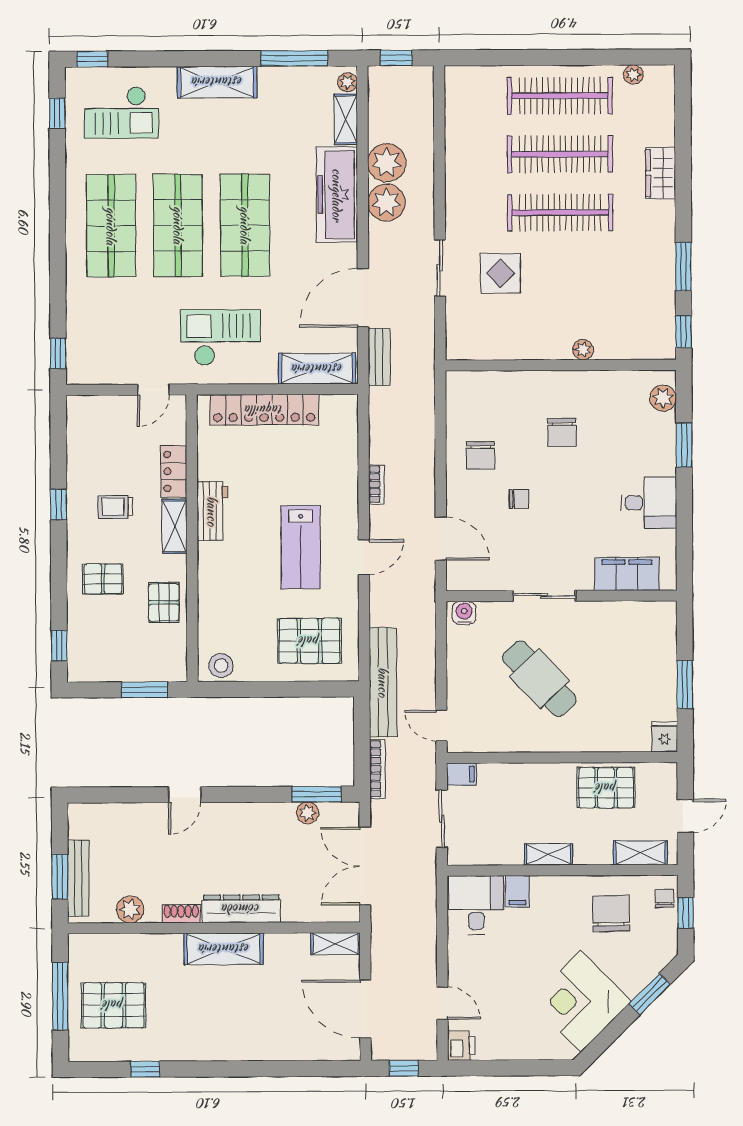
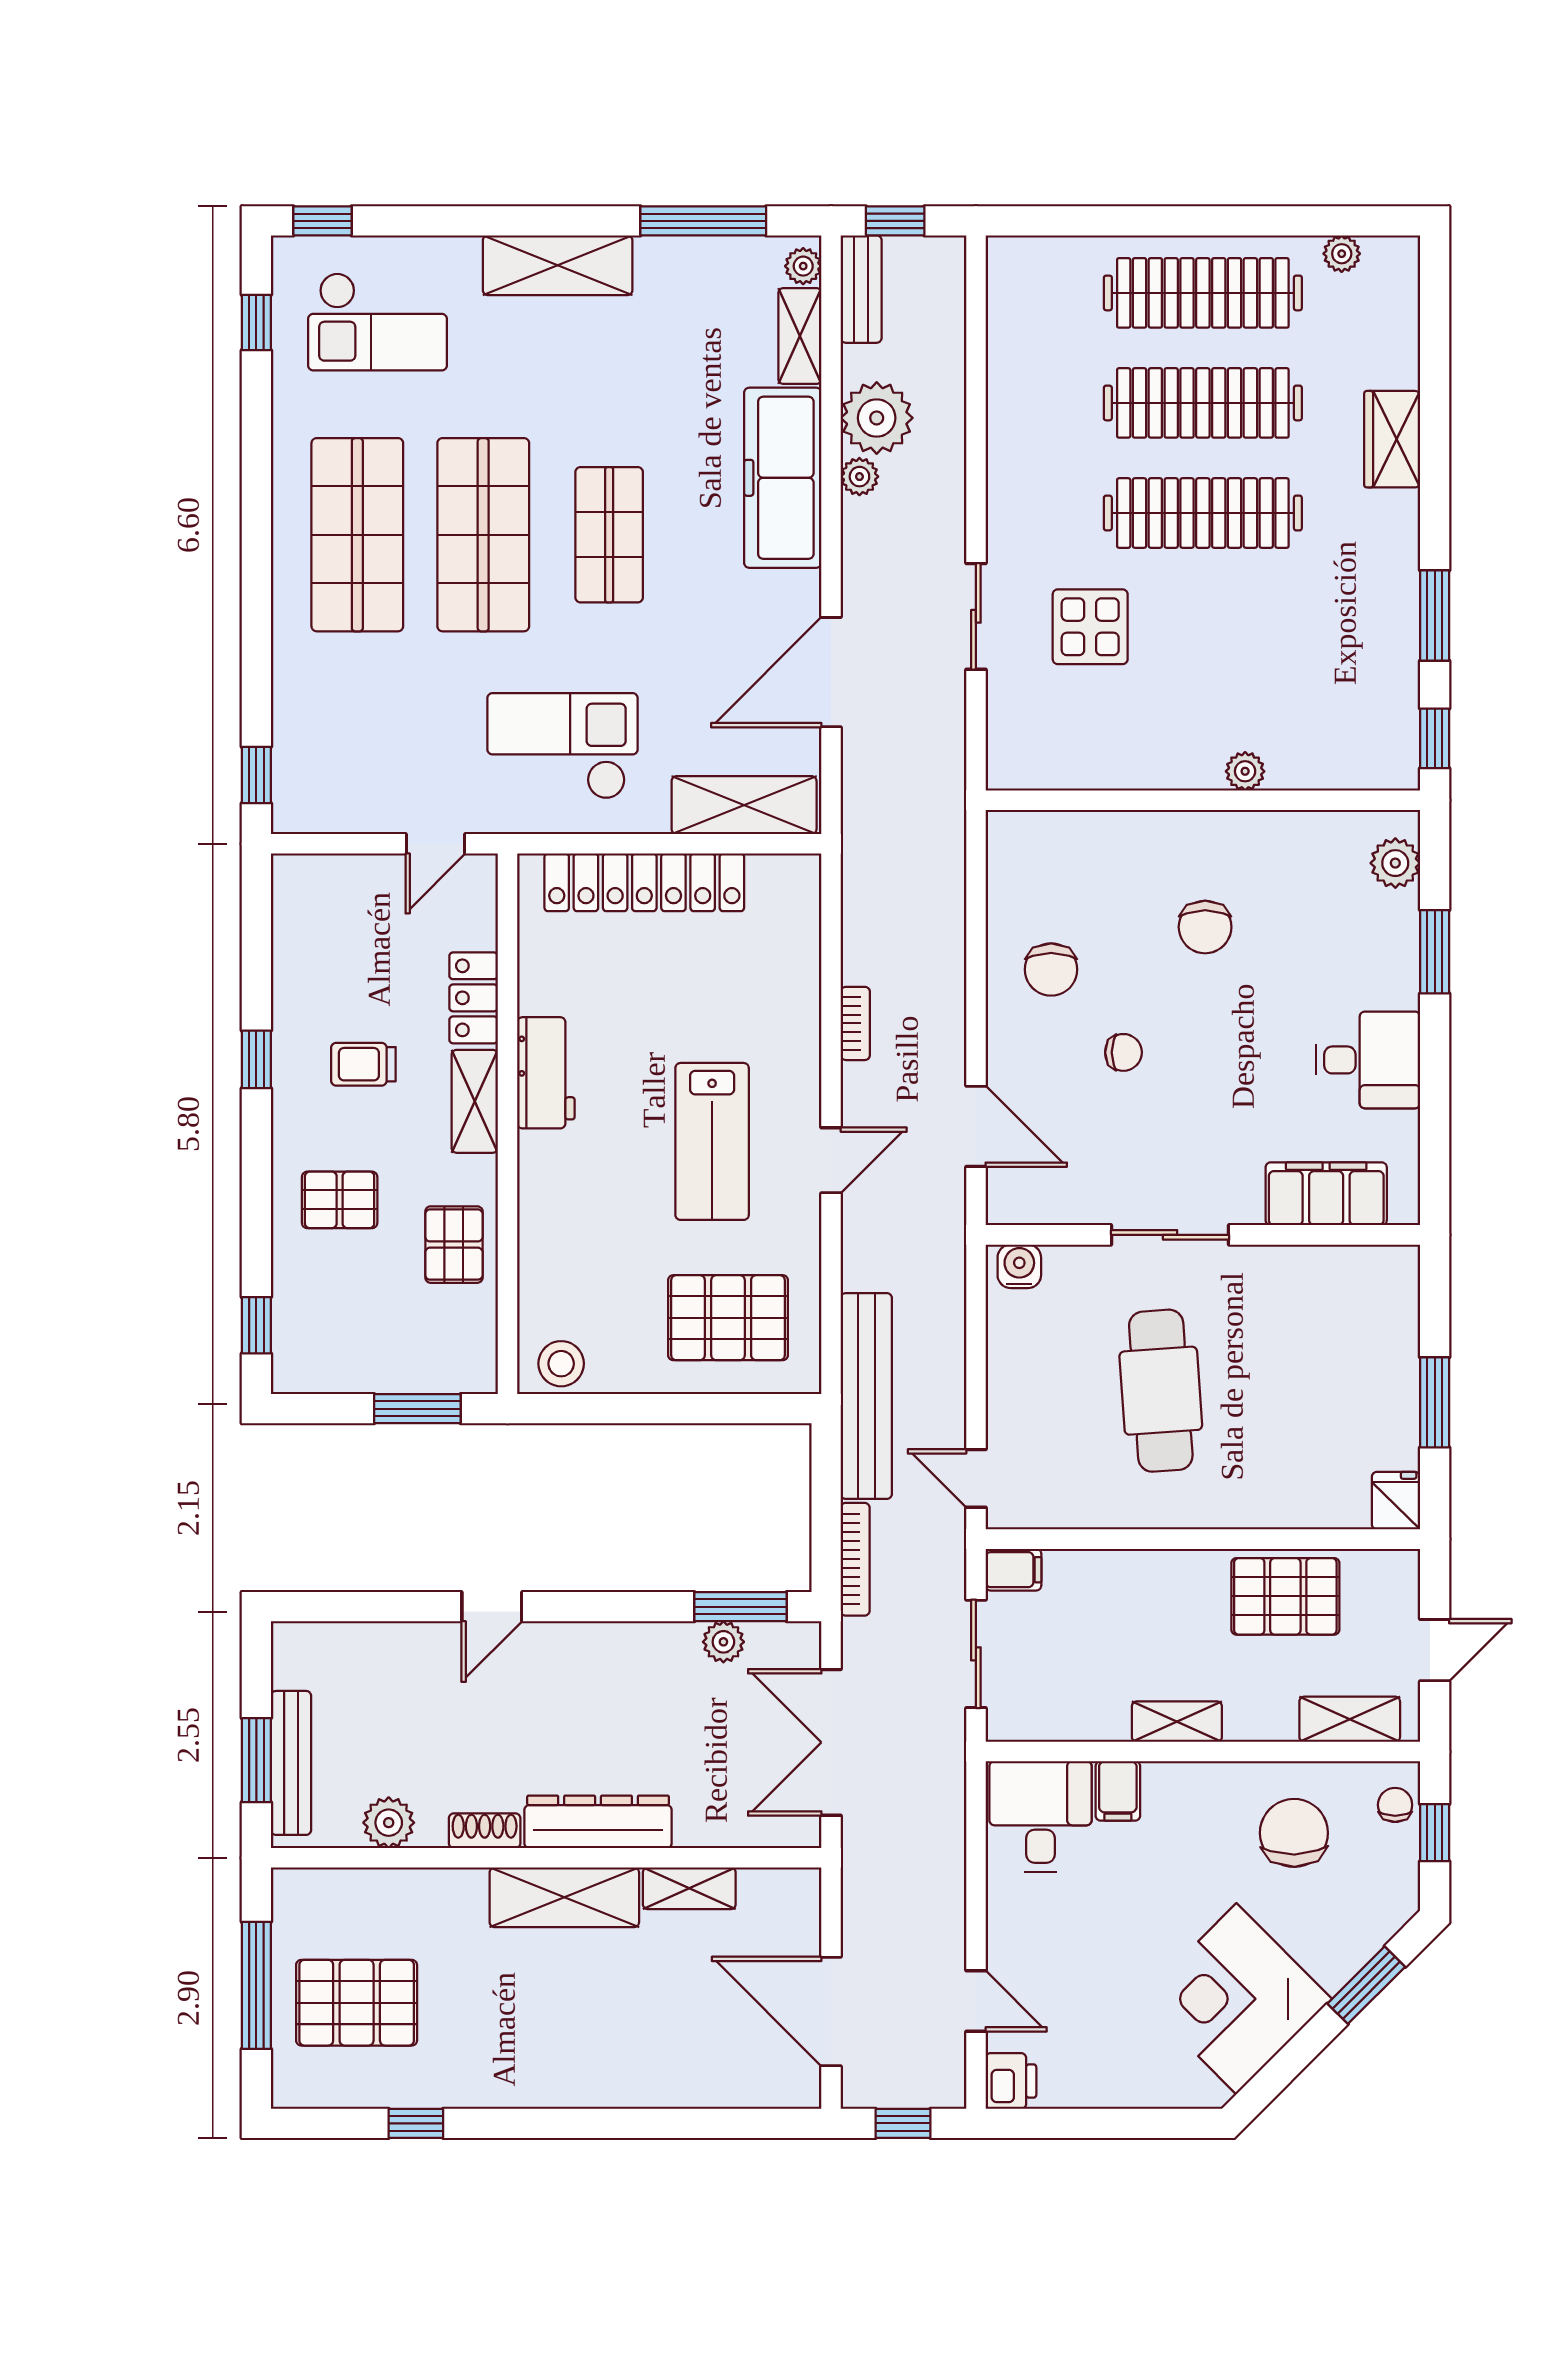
plant: (386, 203) -> (859, 477), width x0.53, depth x0.53
shop shelf: (245, 225) -> (609, 535), width x0.70, depth x0.74
bench: (379, 357) -> (861, 289), moved
cafe table: (539, 679) -> (1161, 1391), turned 39
shelving: (335, 944) -> (689, 1888), moved

